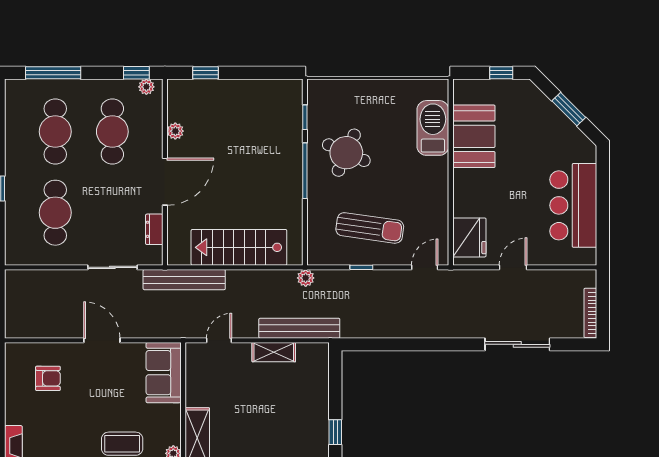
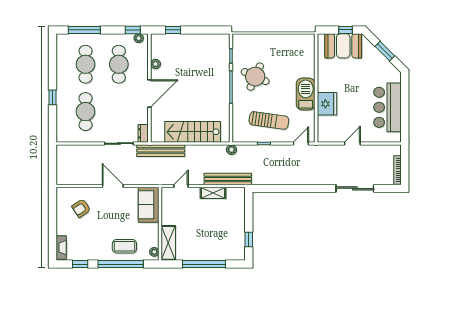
barbecue: (433, 128) -> (306, 94), moved
booth: (474, 136) -> (343, 46), moved, turned 90
dresser: (154, 229) -> (143, 133), moved
fridge: (469, 237) -> (327, 104), moved
armchair: (48, 378) -> (81, 208), turned 146

